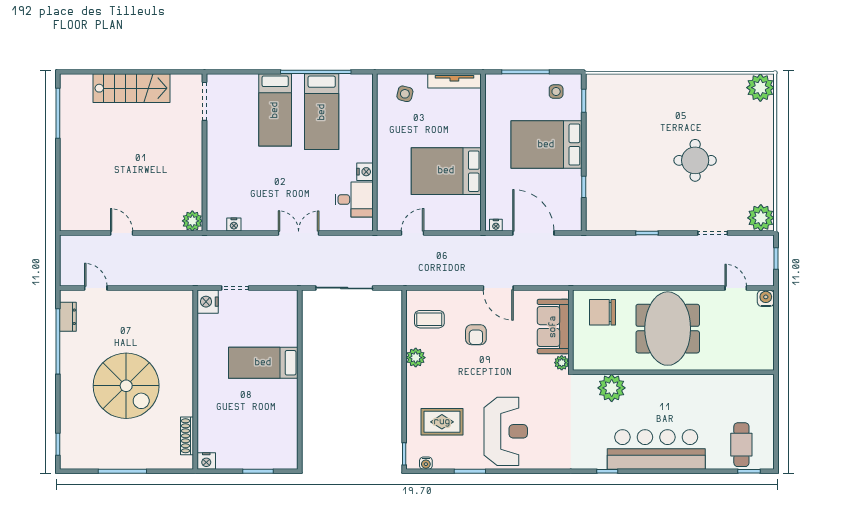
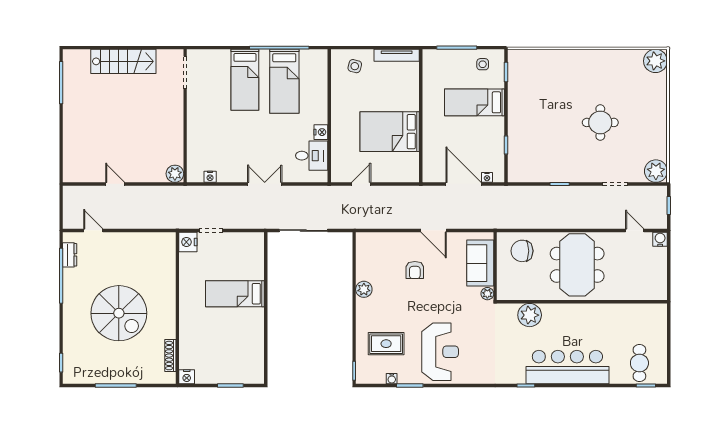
bed: (546, 145) -> (475, 102), width x0.67
nightstand: (496, 225) -> (487, 177), moved
coffee table: (429, 319) -> (375, 257), removed
water cooler: (426, 463) -> (392, 379), moved

